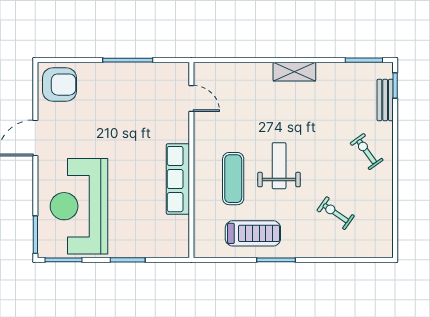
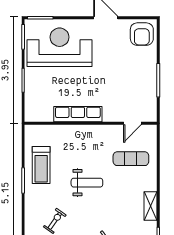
shelving: (294, 72) -> (151, 206), moved
exercise mat: (233, 179) -> (131, 159), moved

